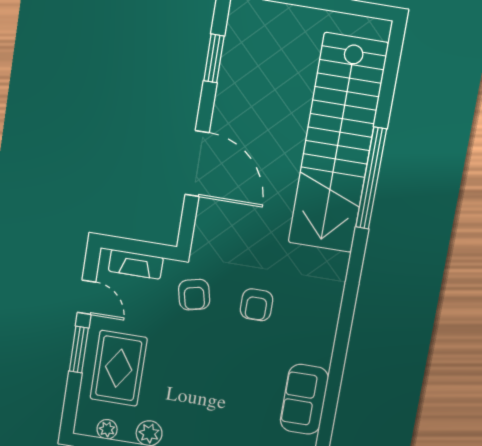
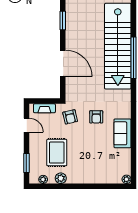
window: (79, 349) -> (26, 163), moved
rug: (119, 368) -> (57, 153), moved
sofa: (304, 399) -> (122, 133), moved

